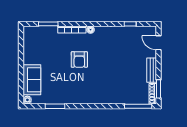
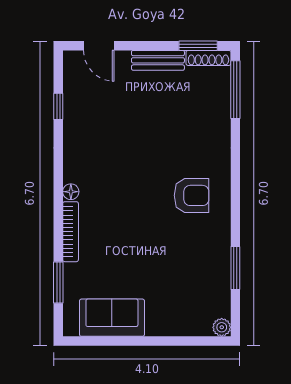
door: (158, 43) -> (99, 46), hinge flipped
armchair: (79, 60) -> (192, 195), moved
sofa: (32, 80) -> (112, 318), moved

